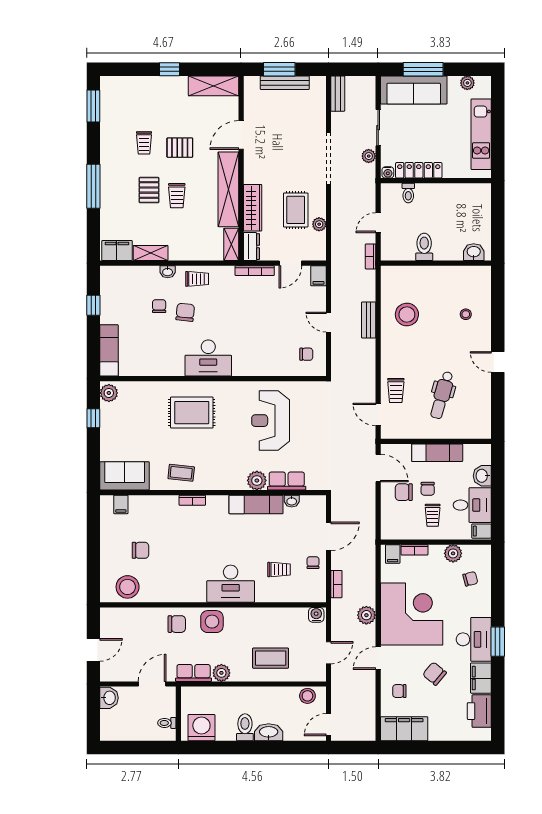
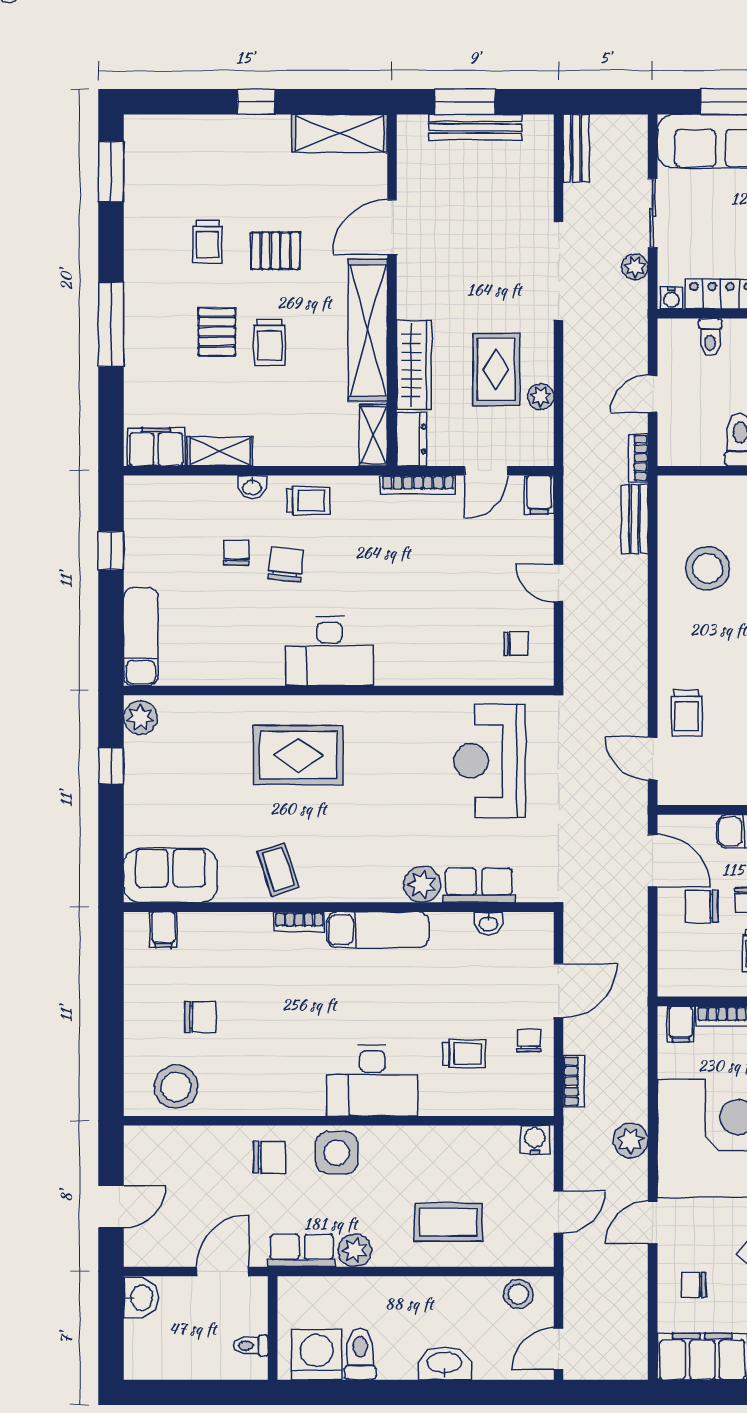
bench: (369, 320) -> (635, 519), moved
reception desk: (271, 421) -> (490, 761), moved
coffee table: (181, 473) -> (278, 869), turned 66
exam couch: (256, 504) -> (378, 930), moved
toilet: (245, 727) -> (360, 1354), moved

